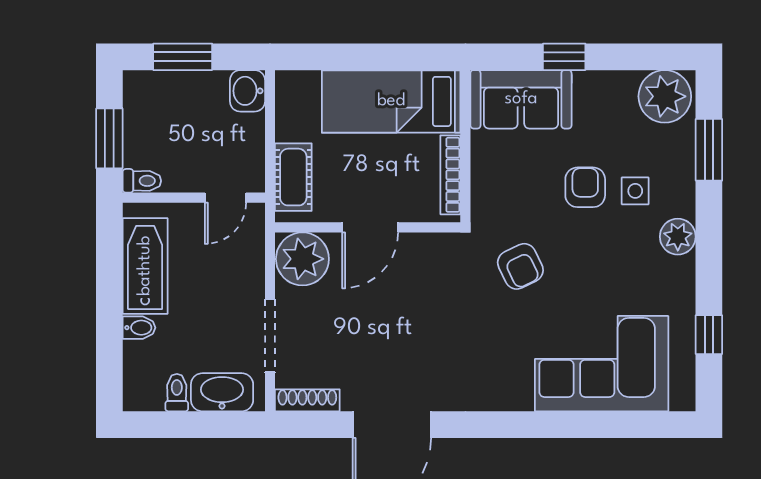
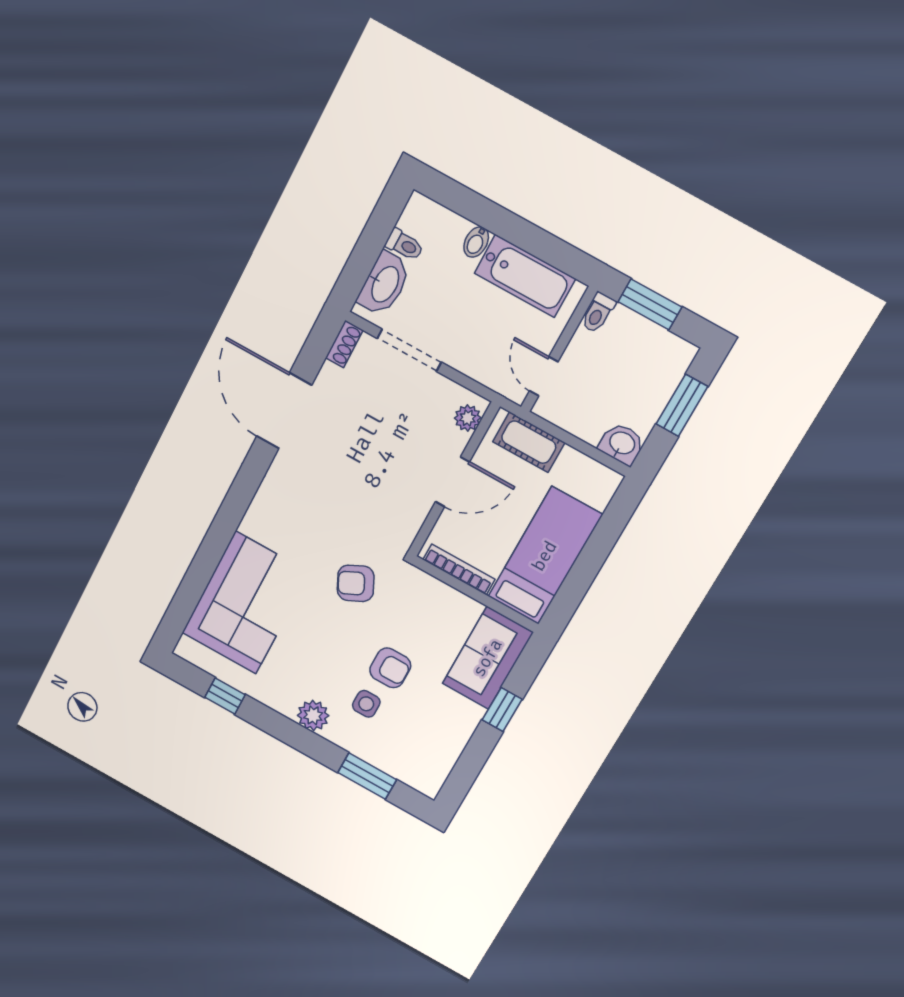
plant: (665, 96) -> (427, 767), removed
door: (370, 227) -> (453, 482), swing flipped
plant: (302, 259) -> (468, 418), width x0.53, depth x0.53
shoe rack: (307, 400) -> (344, 344), width x0.70

